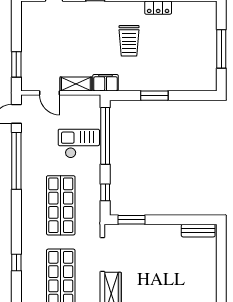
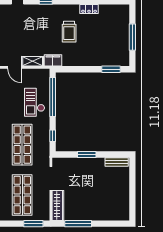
window: (154, 96) -> (111, 69), moved
checkout: (79, 143) -> (35, 102), turned -90
window: (131, 220) -> (87, 155), moved

